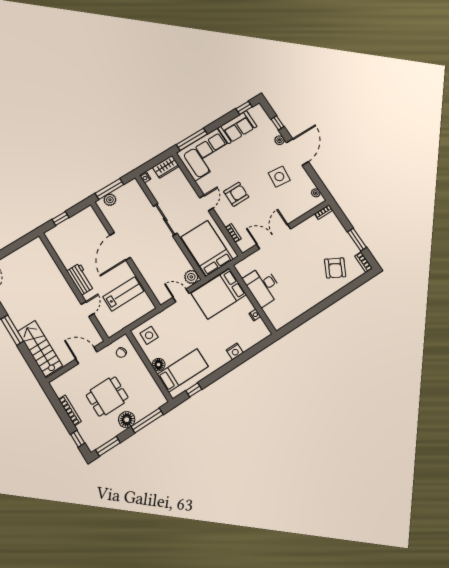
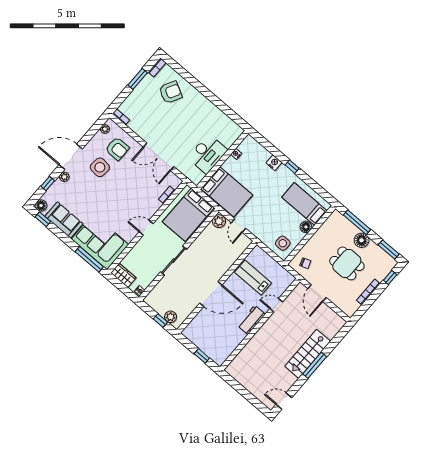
floor lamp: (258, 110) -> (41, 205), added
window: (109, 189) -> (161, 321), width x0.46
armchair: (236, 194) -> (117, 149), moved, turned 180
stairs: (40, 349) -> (308, 354), moved
window: (194, 390) -> (292, 167), moved

